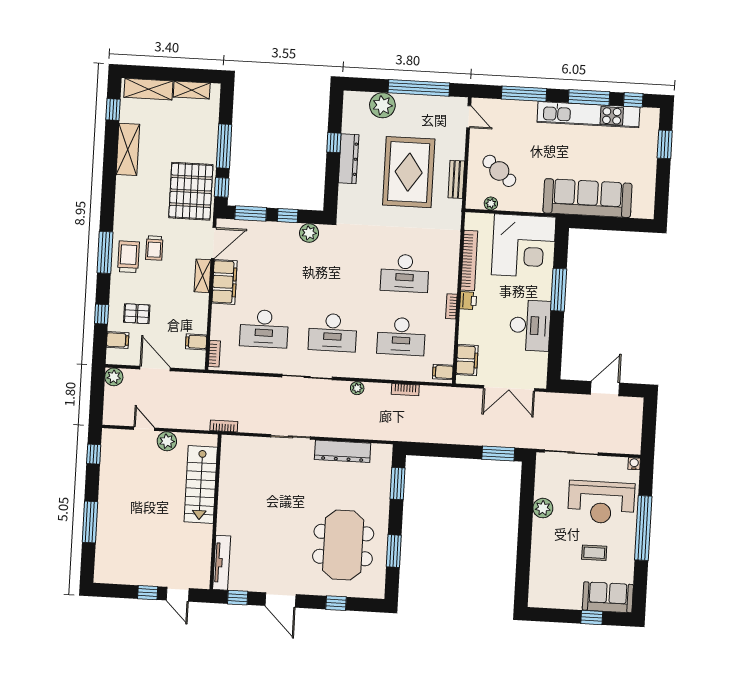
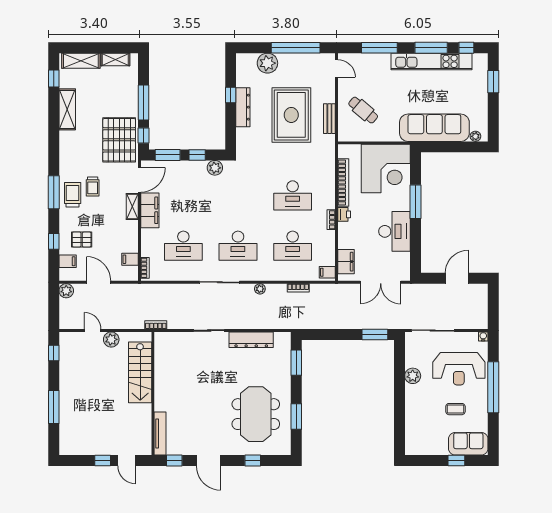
plant: (491, 203) -> (475, 136), moved

